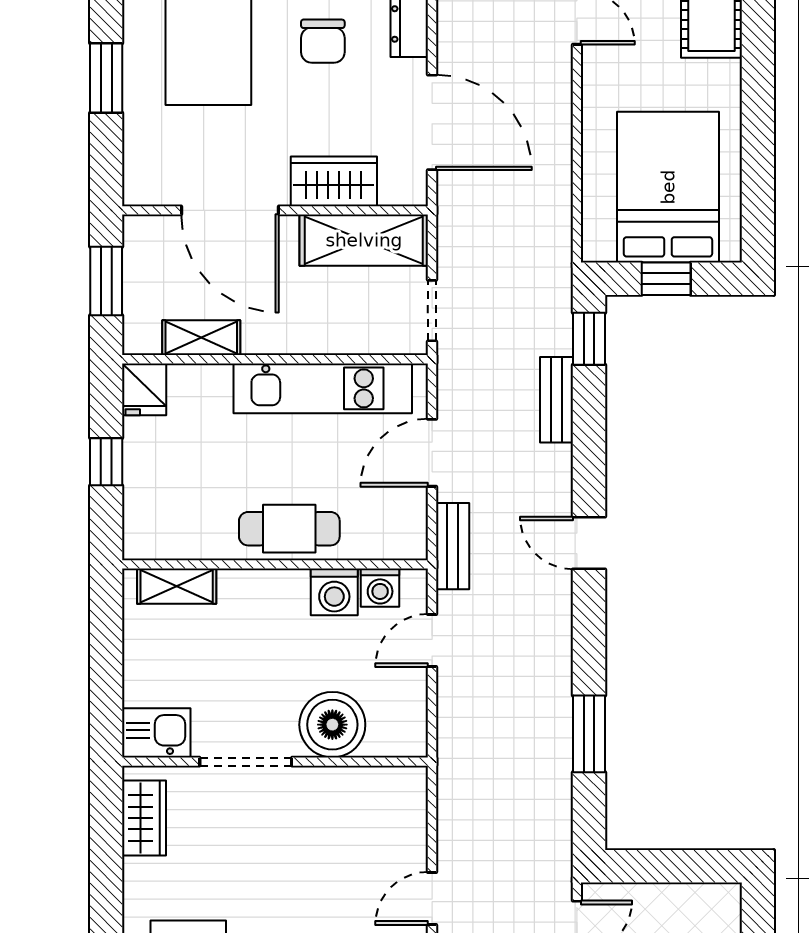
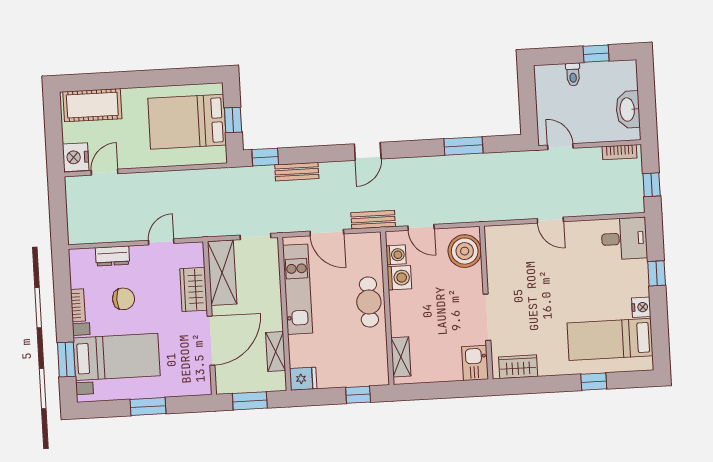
door: (432, 122) -> (161, 242), width x0.53
window: (106, 462) -> (358, 395), moved
boiler: (332, 725) -> (465, 251), moved

